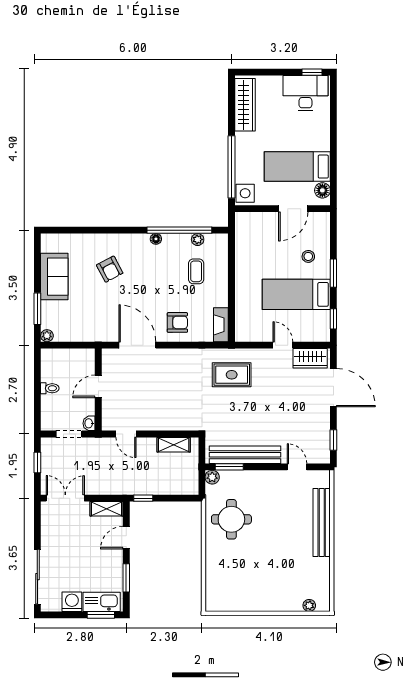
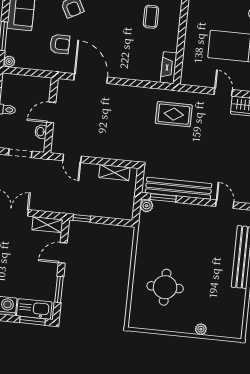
armchair: (177, 322) -> (60, 44), moved
washbasin: (89, 423) -> (41, 132), moved
round table: (231, 519) -> (165, 287), moved
plant: (309, 605) -> (201, 329), moved

